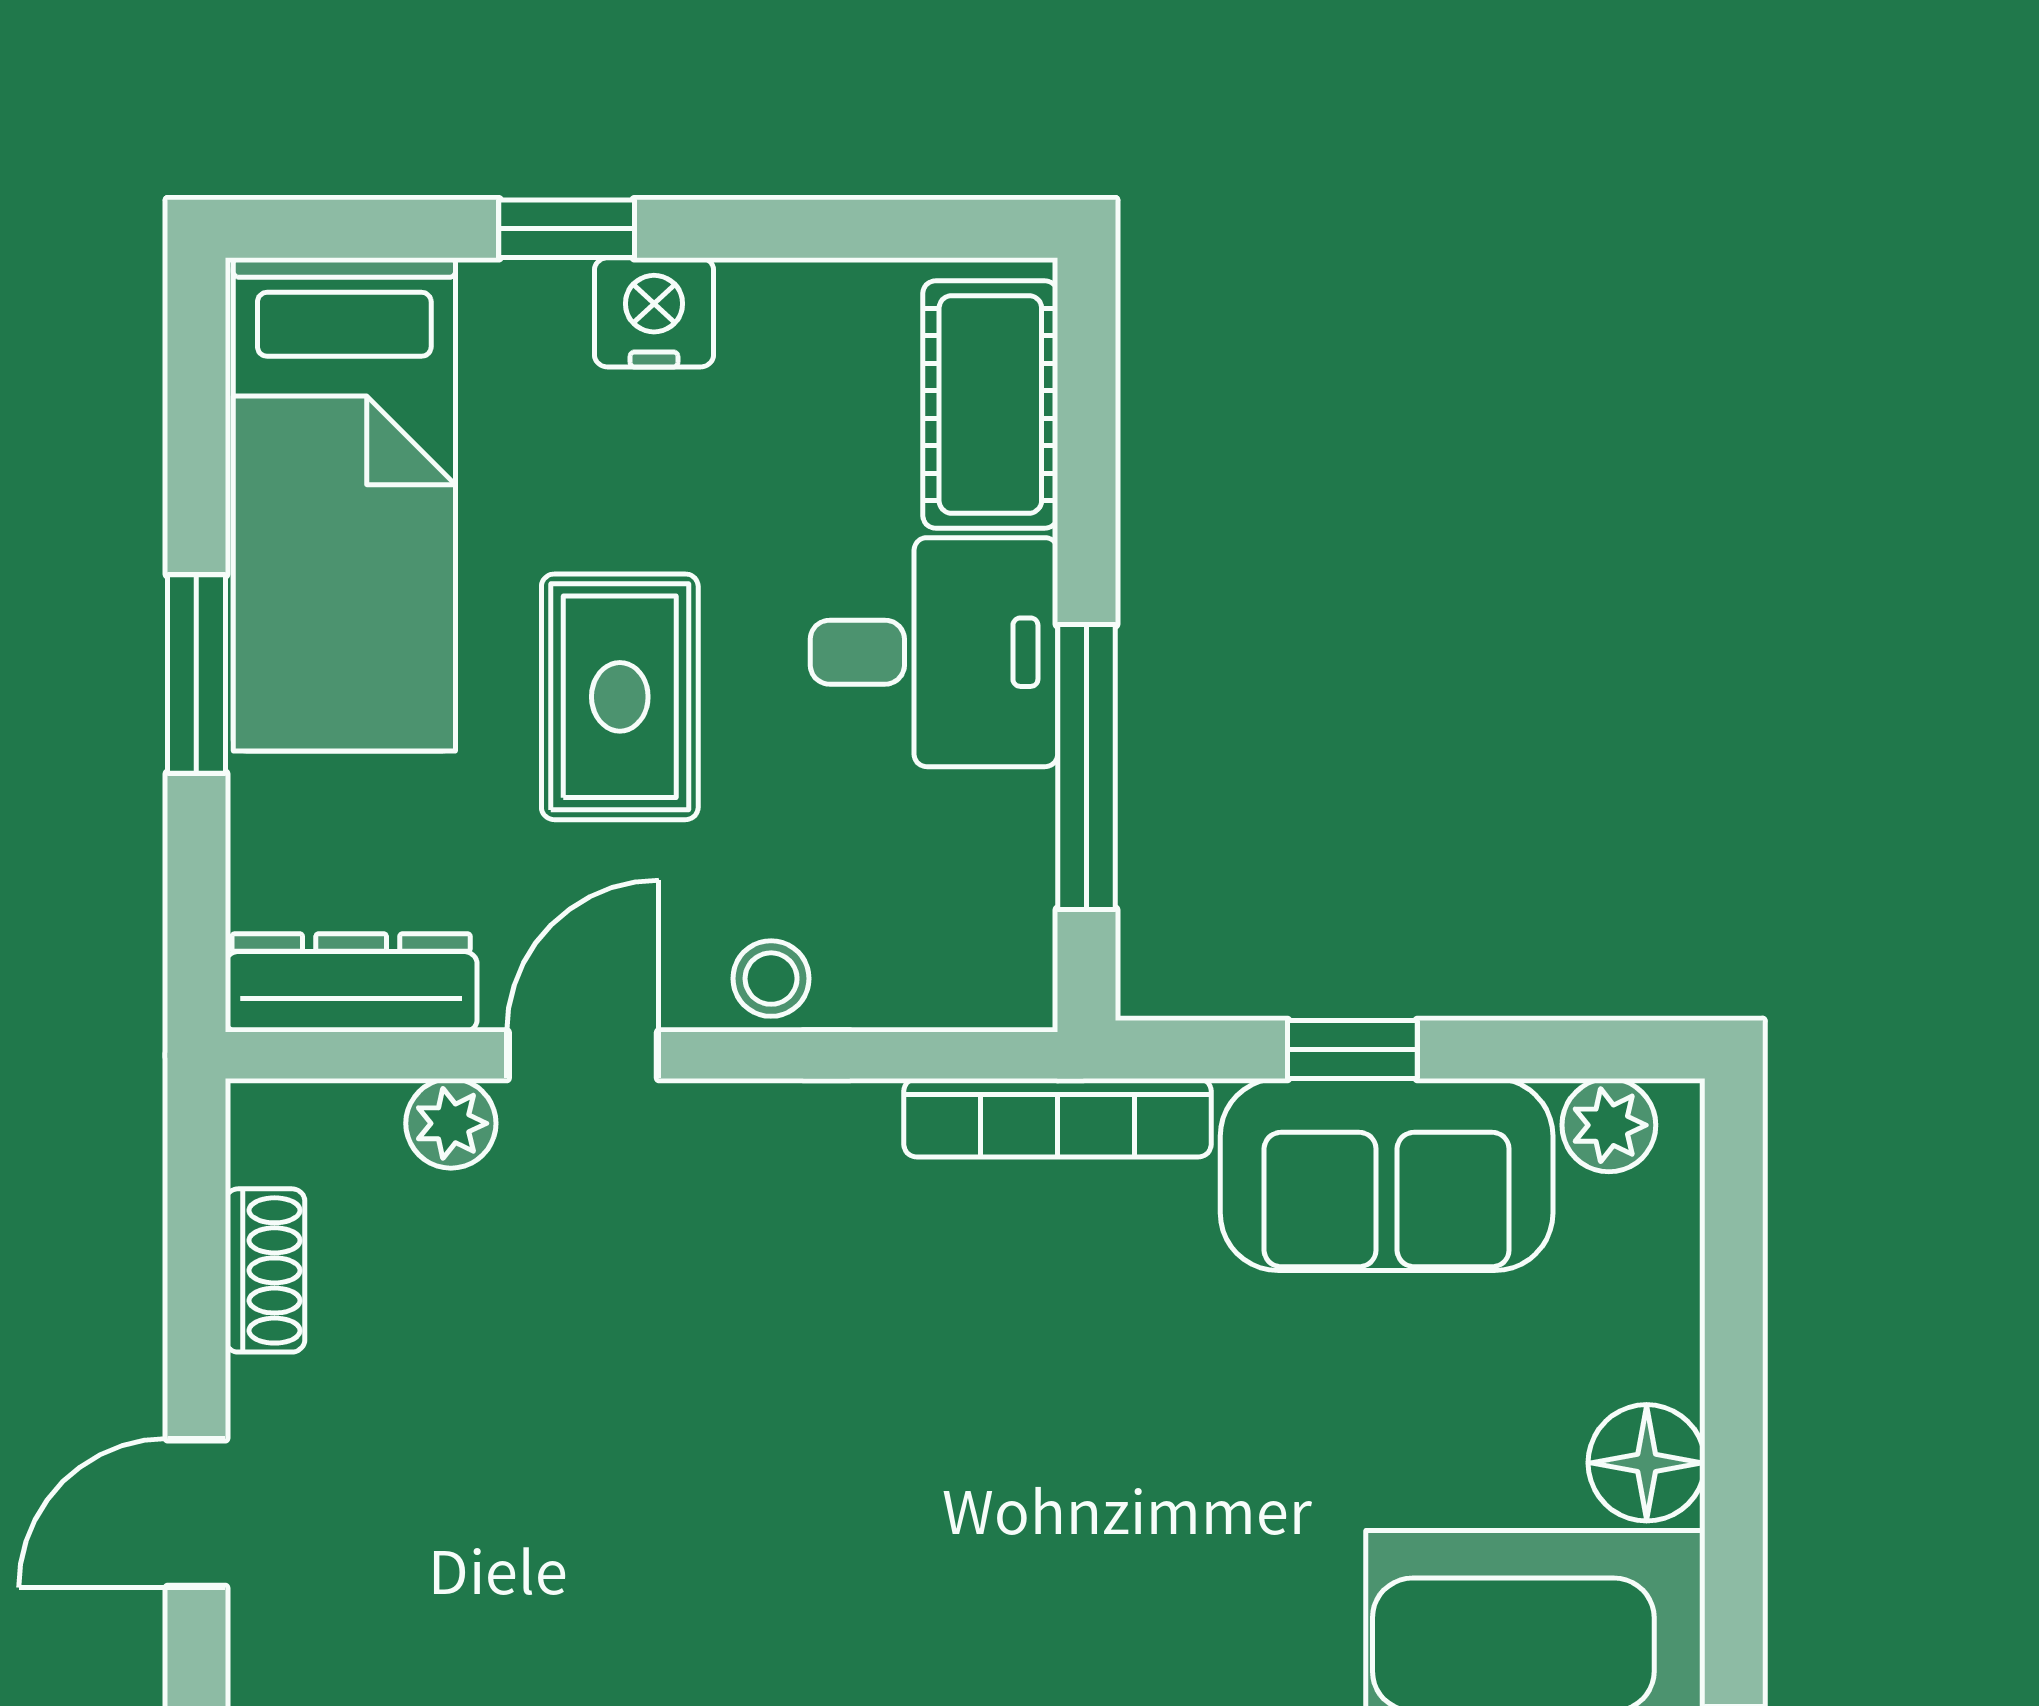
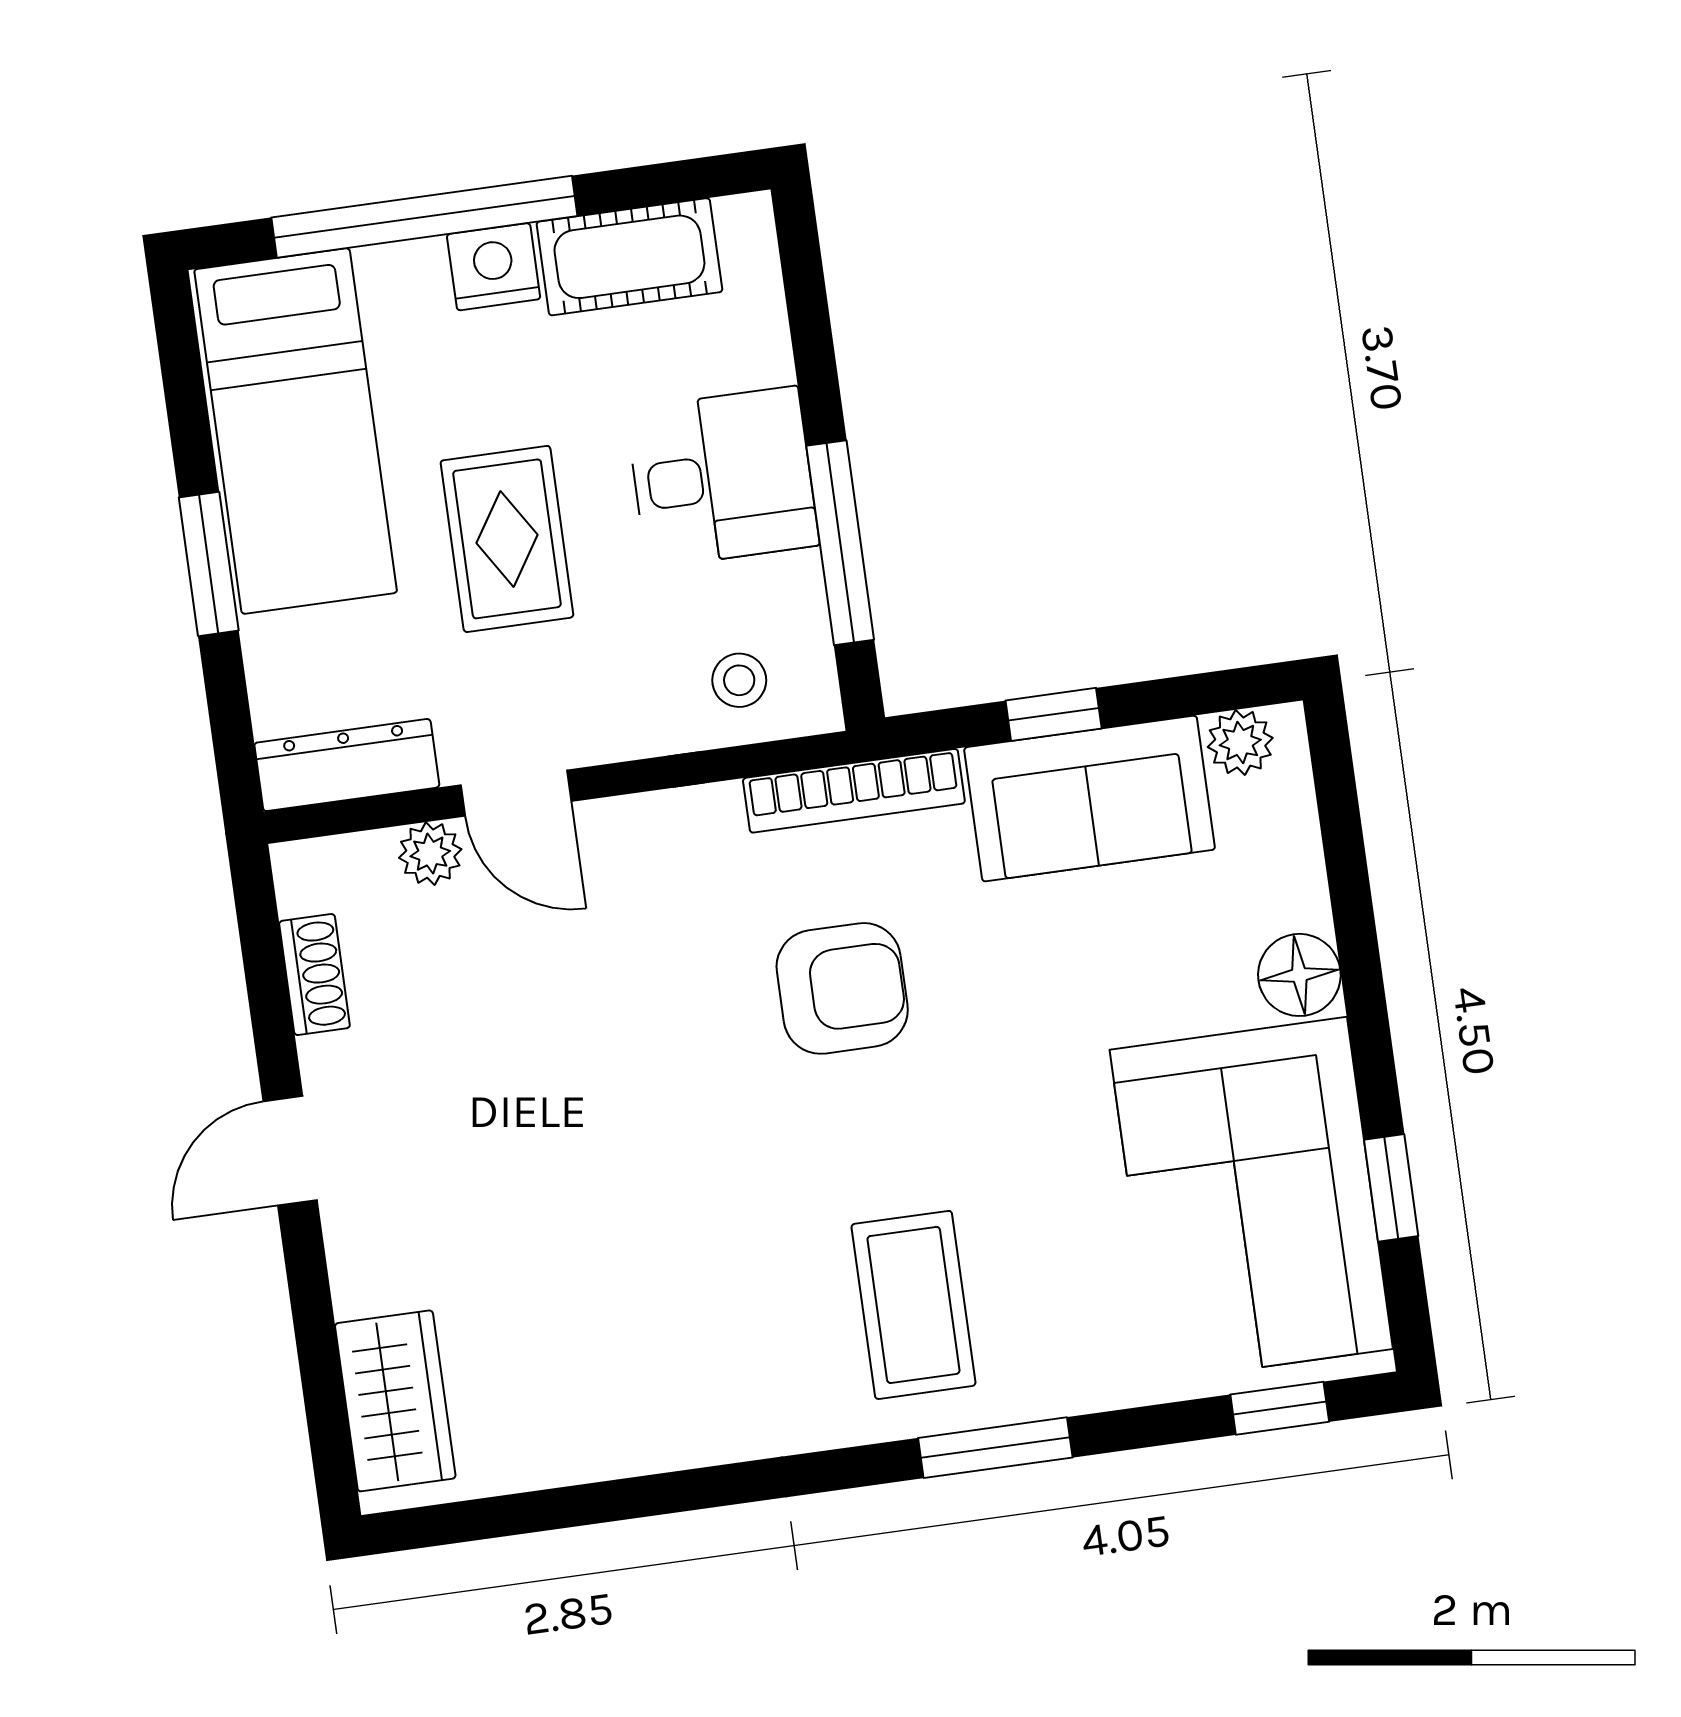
window: (567, 229) -> (424, 217), width x3.17
cot: (990, 404) -> (629, 257), moved, turned 90
stool: (771, 979) -> (739, 680), moved
door: (583, 1055) -> (516, 793), swing flipped
armchair: (1003, 1393) -> (842, 988), added

